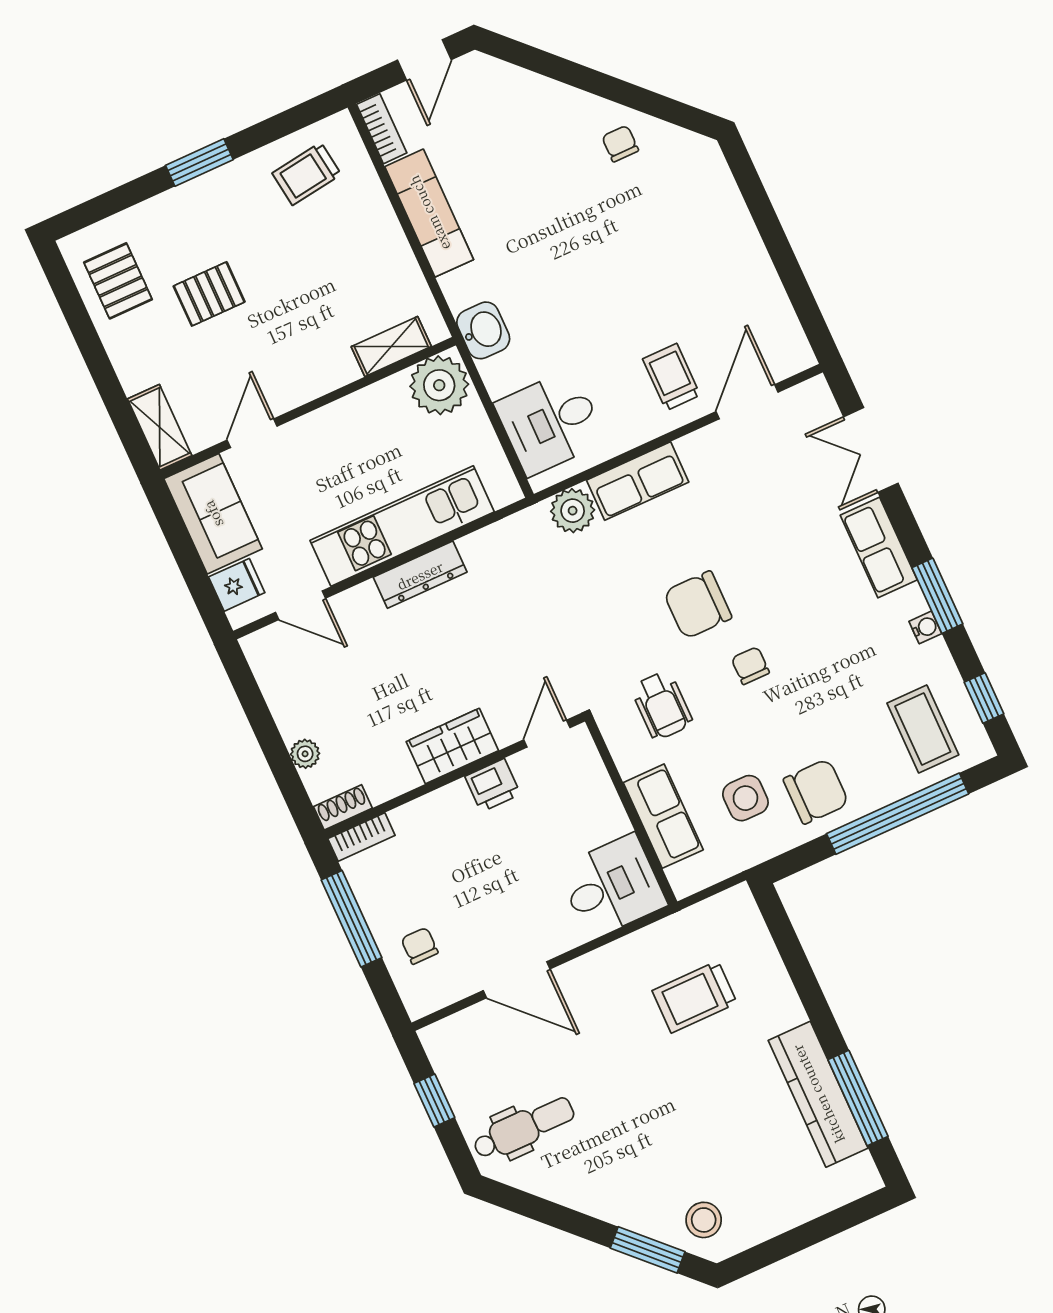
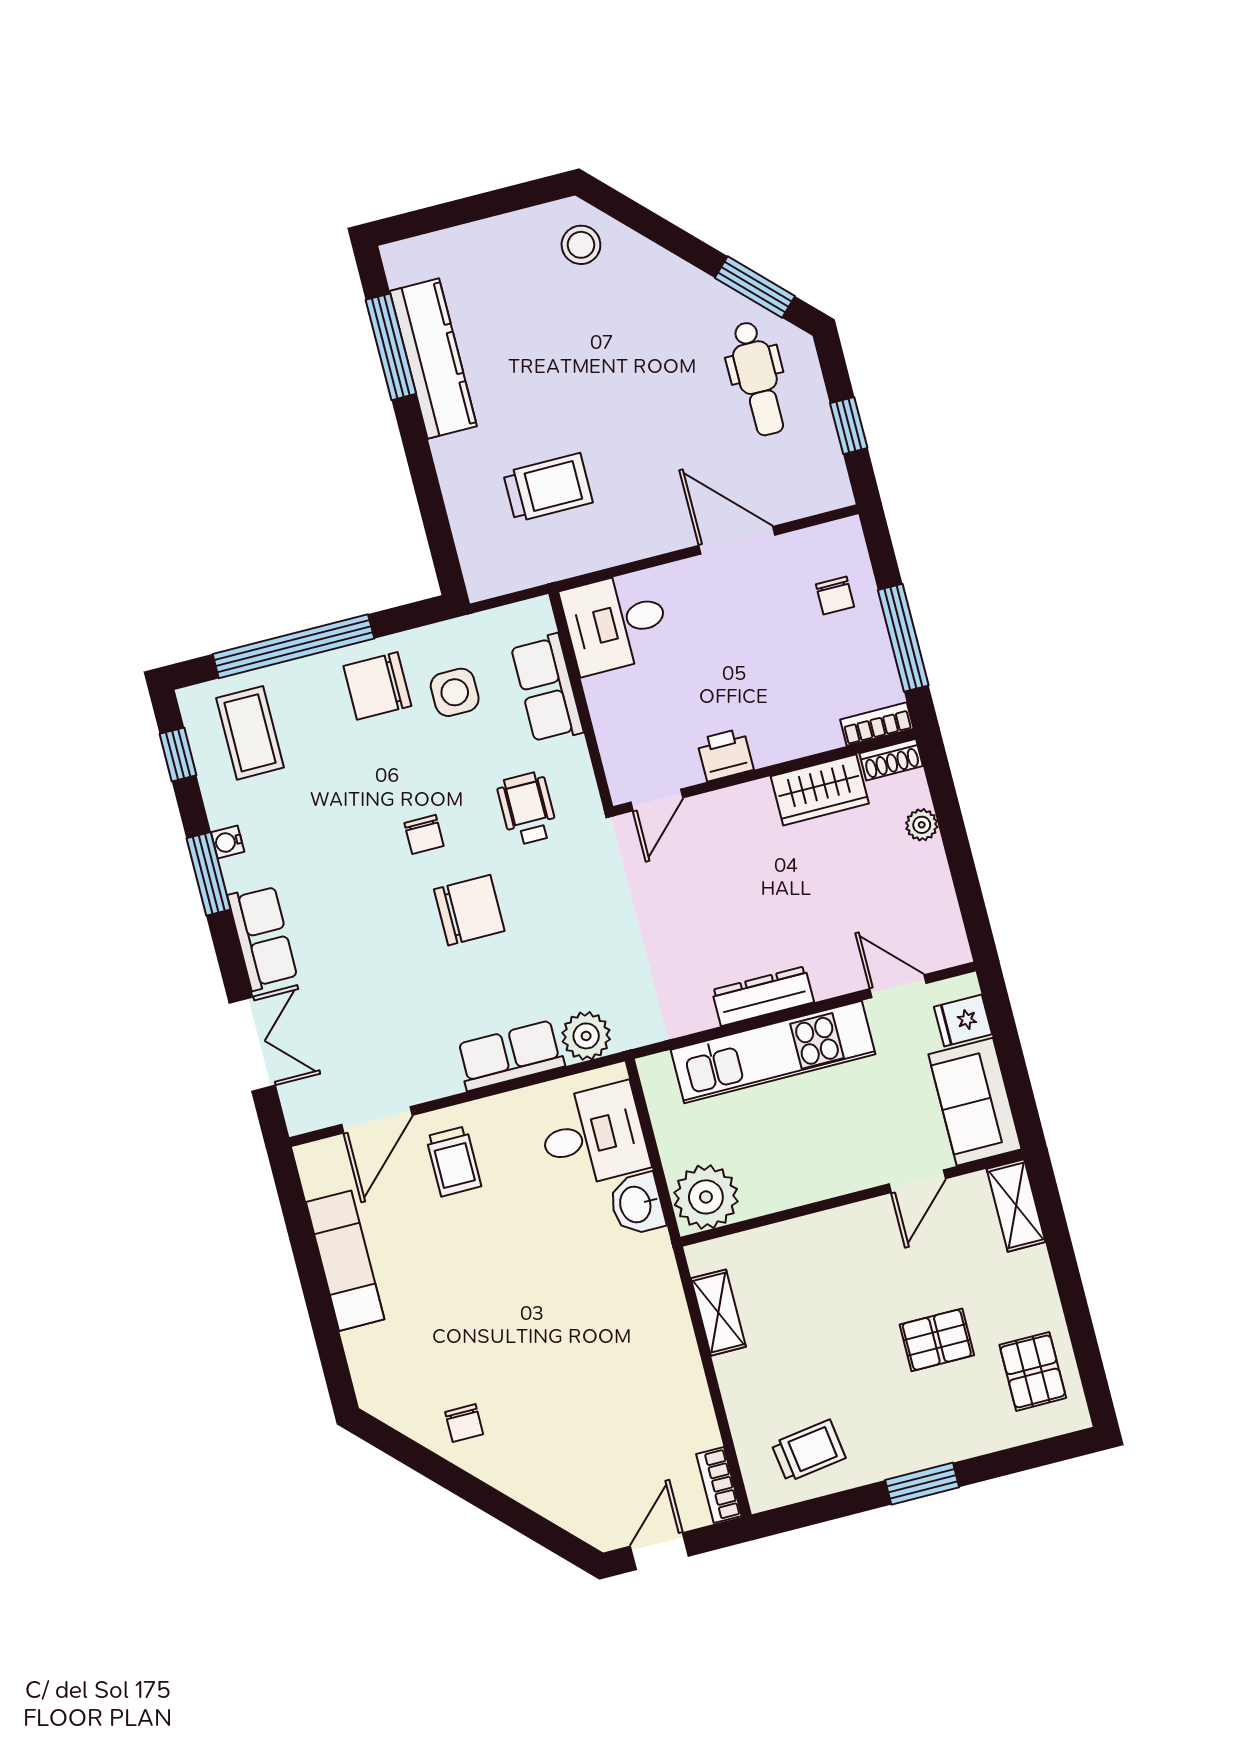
exam couch: (429, 213) -> (345, 1261), moved, turned 180
washbasin: (483, 330) -> (637, 1204), moved
shelving: (391, 347) -> (718, 1313), moved, turned 90
wardrobe: (452, 746) -> (820, 790), moved
dental chair: (524, 1128) -> (758, 379), turned -90
window: (648, 1250) -> (755, 287), moved

